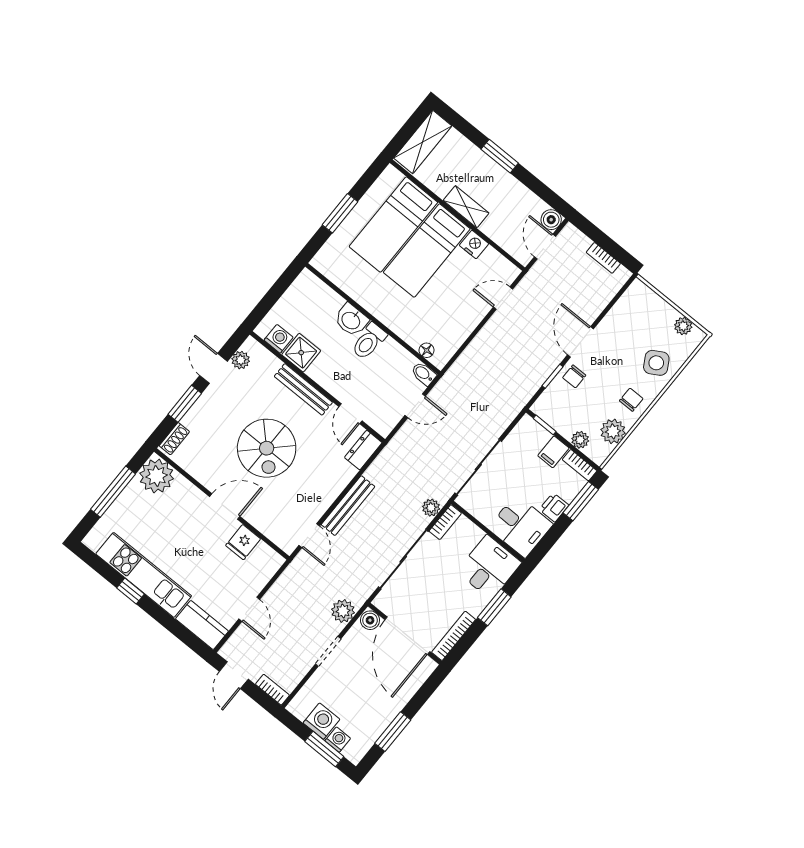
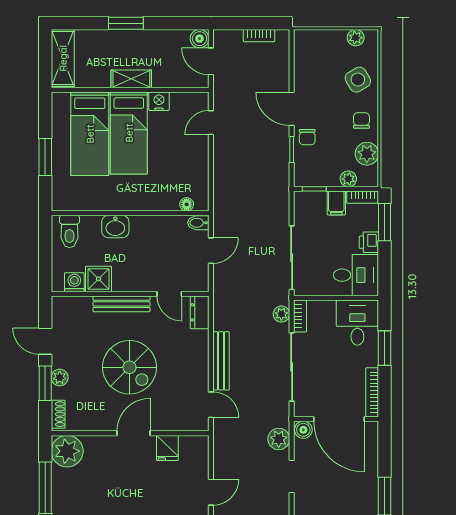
toilet: (369, 341) -> (69, 231), moved
plant: (241, 360) -> (60, 378), moved
door: (249, 609) -> (211, 492), hinge flipped

